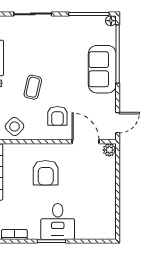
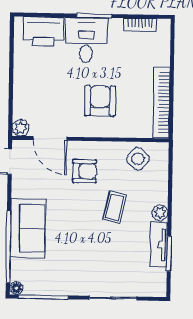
armchair: (57, 116) -> (84, 171), turned 90
printer: (92, 228) -> (44, 31), added

